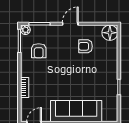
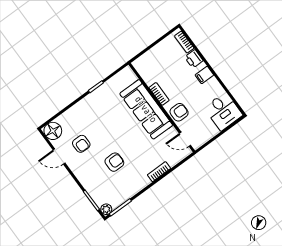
door: (70, 24) -> (59, 156), moved
armchair: (39, 51) -> (114, 162), moved

